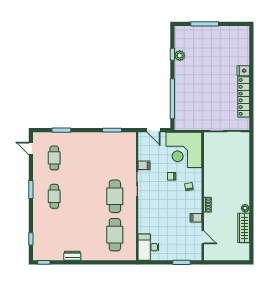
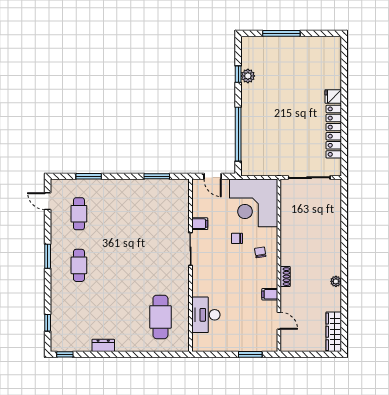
cafe table: (115, 196) -> (160, 265), removed
wardrobe: (244, 228) -> (334, 332), moved
desk: (149, 247) -> (206, 315), moved

